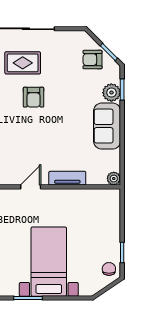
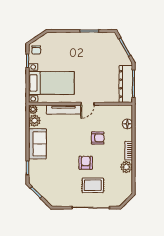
armchair: (92, 60) -> (98, 138), moved
plant: (111, 93) -> (35, 121), moved
tv unit: (67, 178) -> (64, 110), width x1.41
bed with nightstands: (49, 262) -> (51, 83), moved, turned -90

